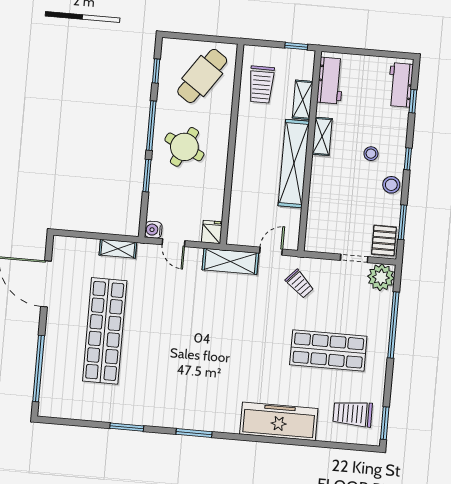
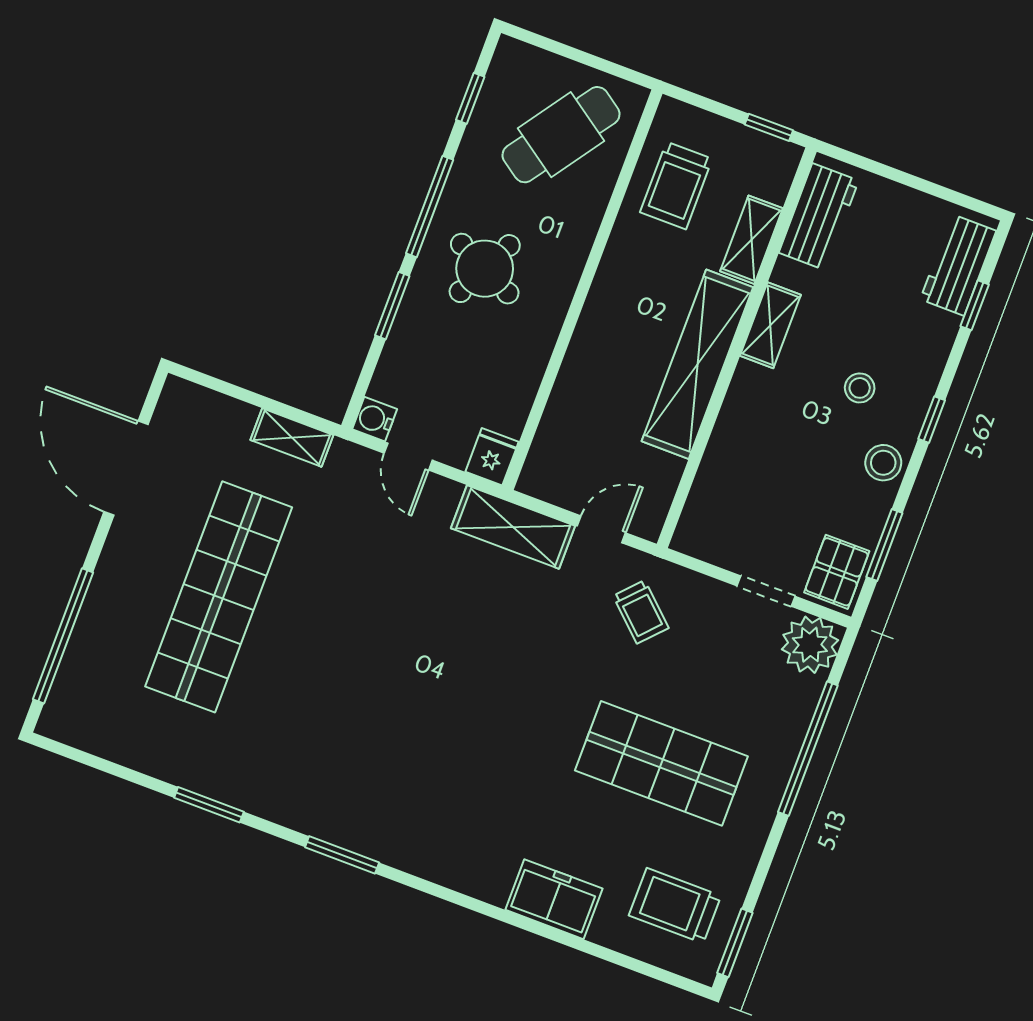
freezer: (279, 421) -> (554, 899), width x0.52, depth x0.79

